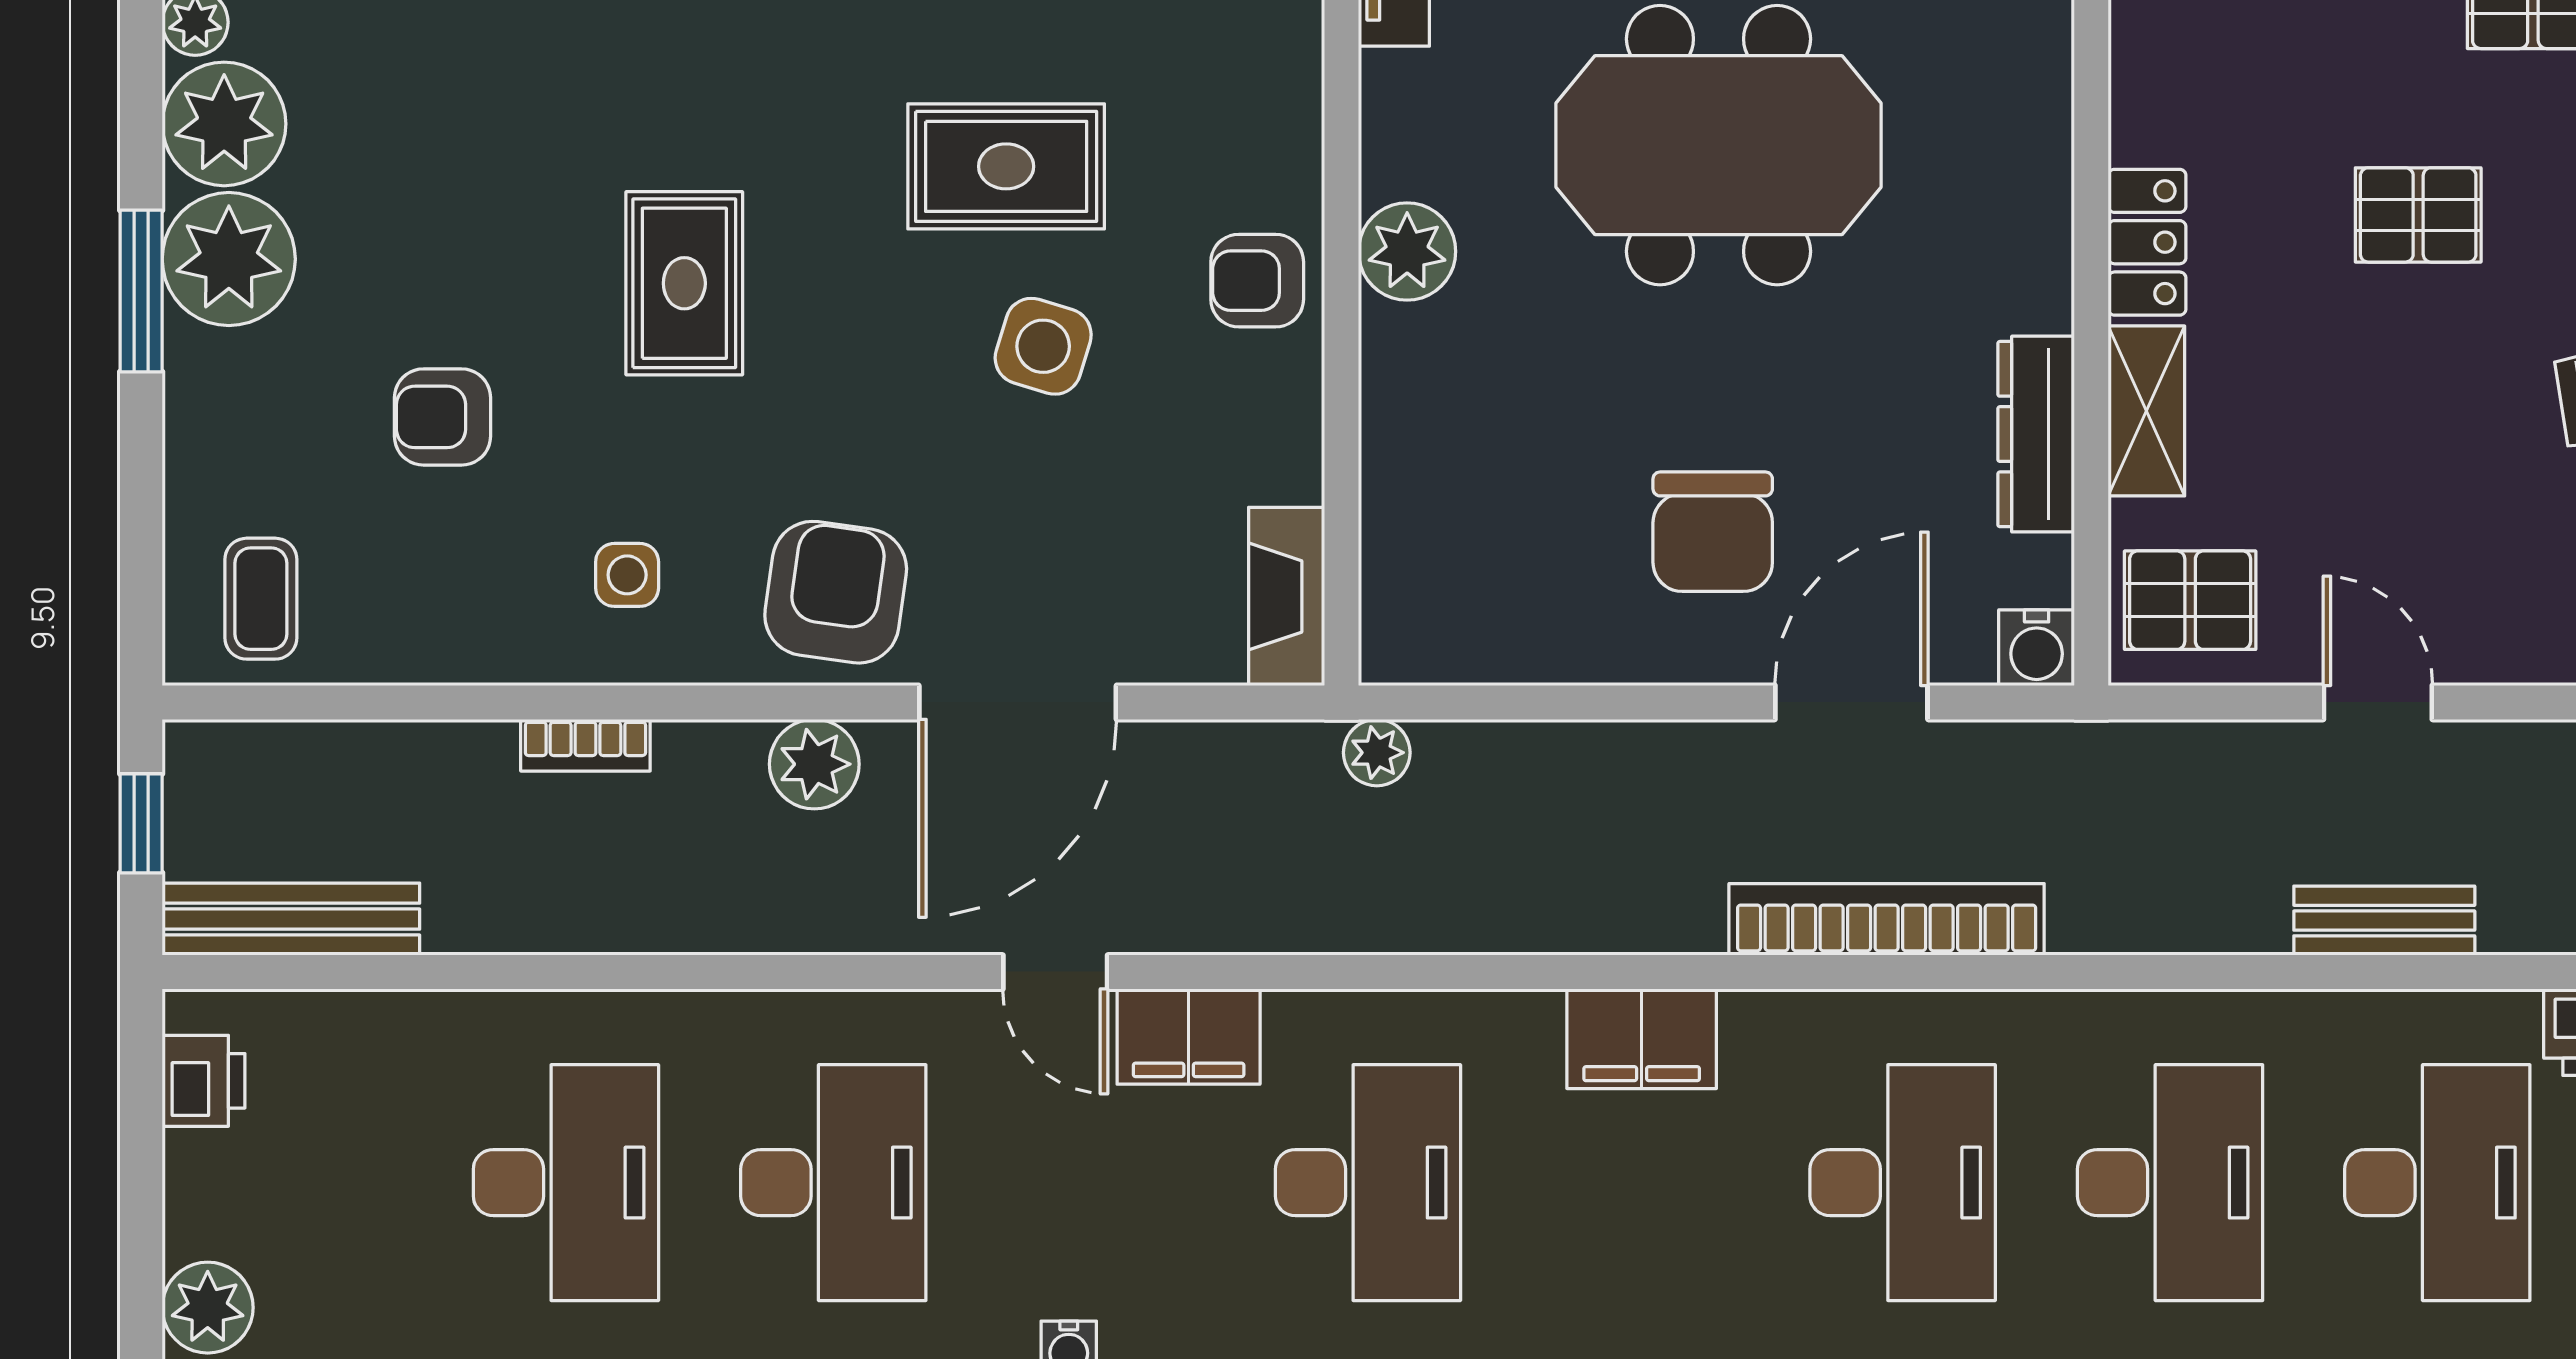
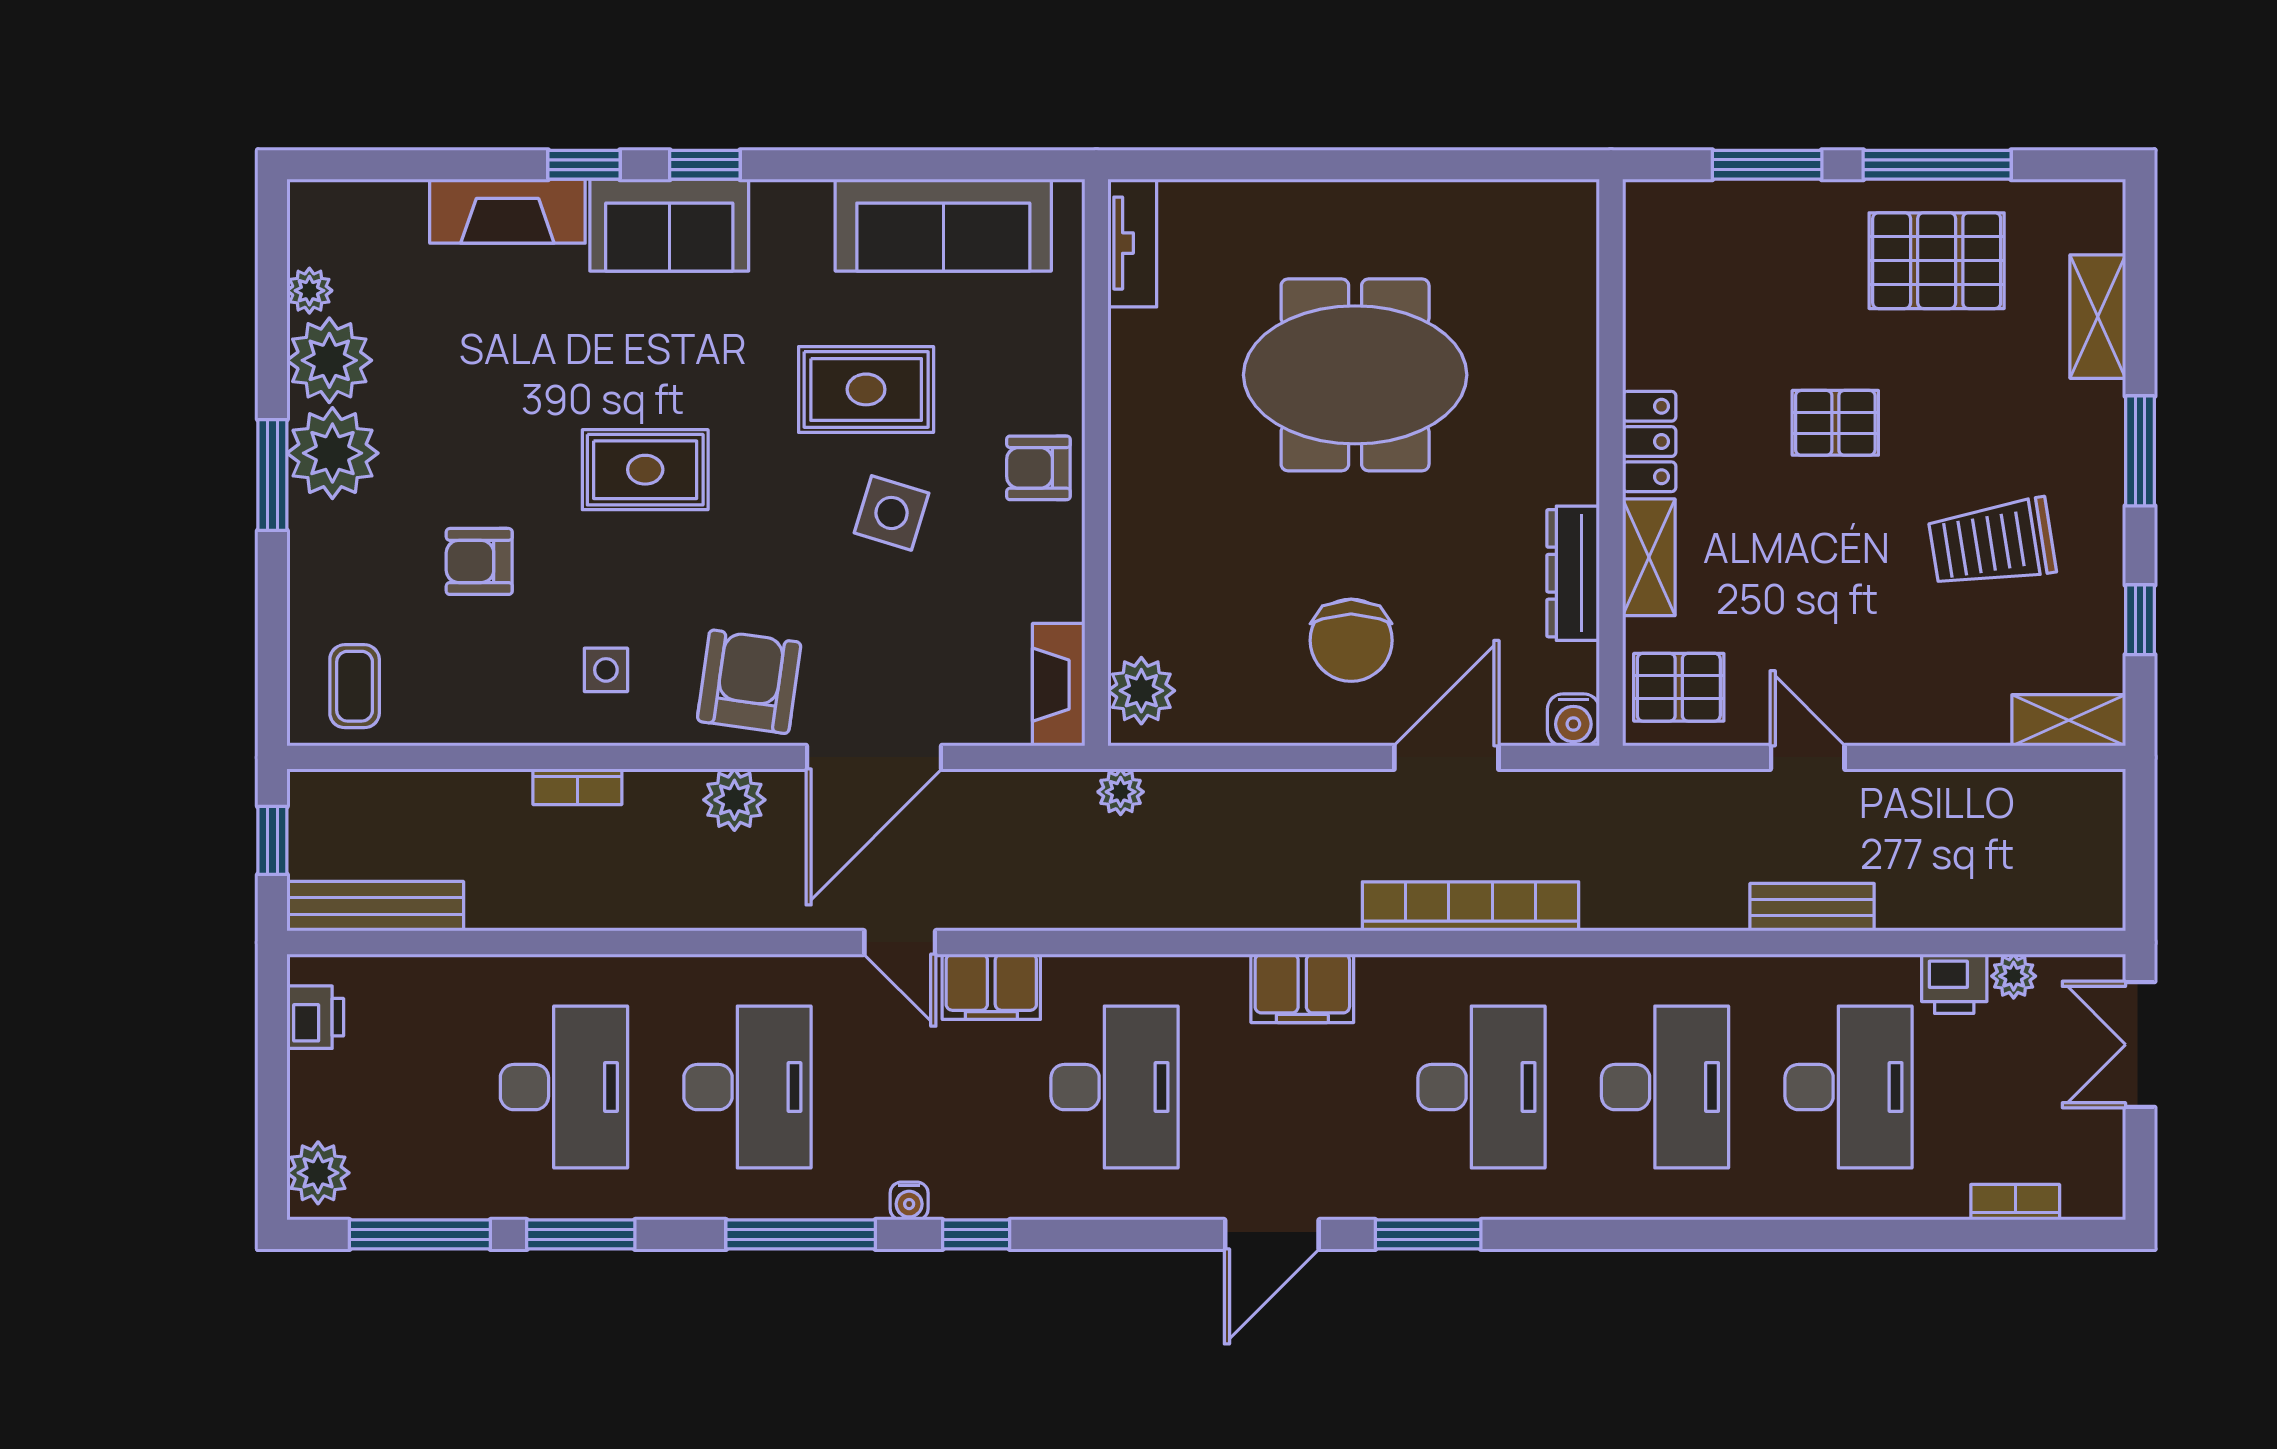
plant: (1407, 251) -> (1141, 691), moved
rug: (684, 283) -> (645, 470), turned 90

